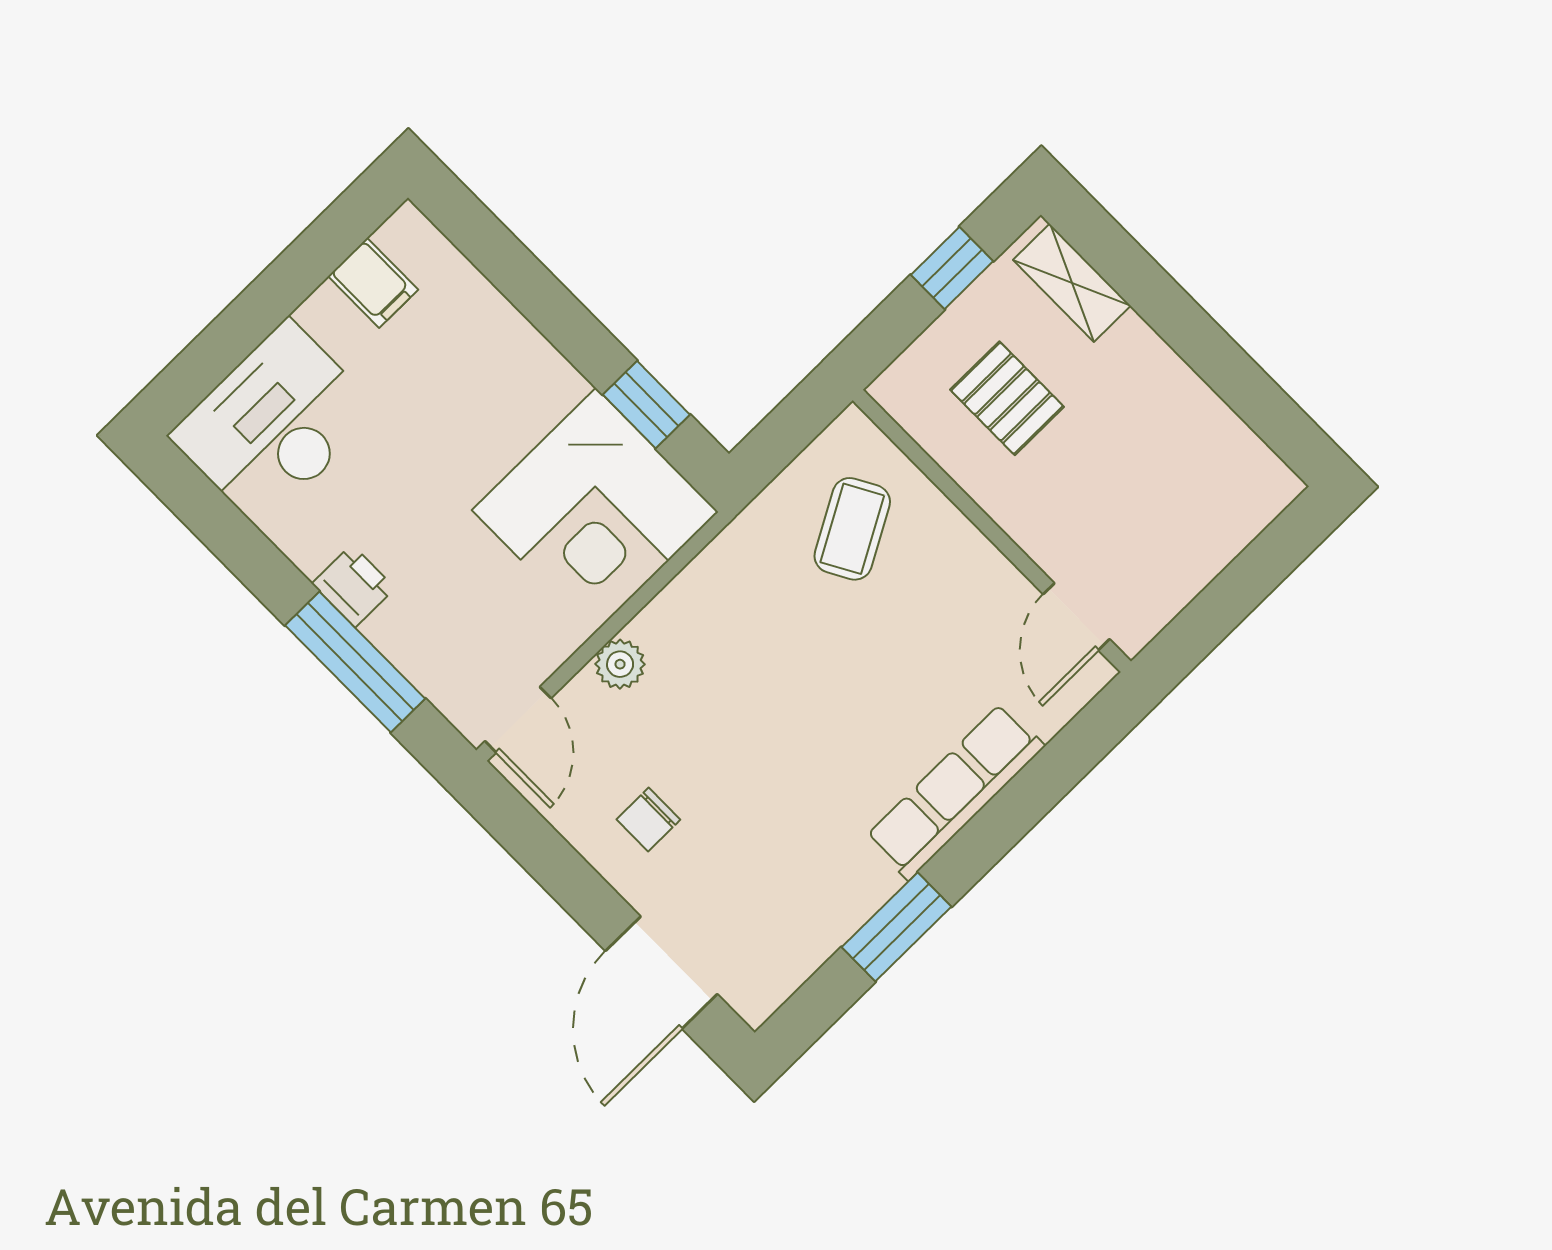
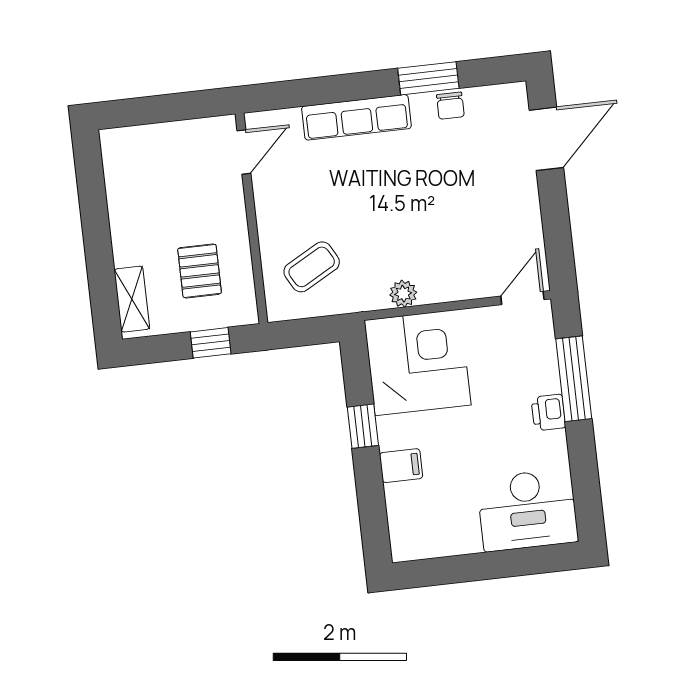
window: (952, 268) -> (211, 343), moved
filing cabinet: (373, 283) -> (401, 466), moved, turned 90
window: (646, 405) -> (363, 426), moved
plant: (620, 664) -> (403, 294), moved
chair: (648, 820) -> (450, 106), moved, turned 90

